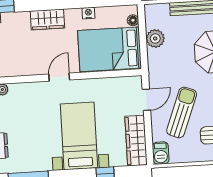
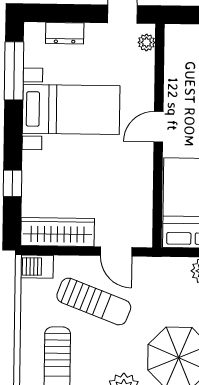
door: (59, 77) -> (159, 127), swing flipped
bed with nightstands: (79, 136) -> (71, 109), moved

